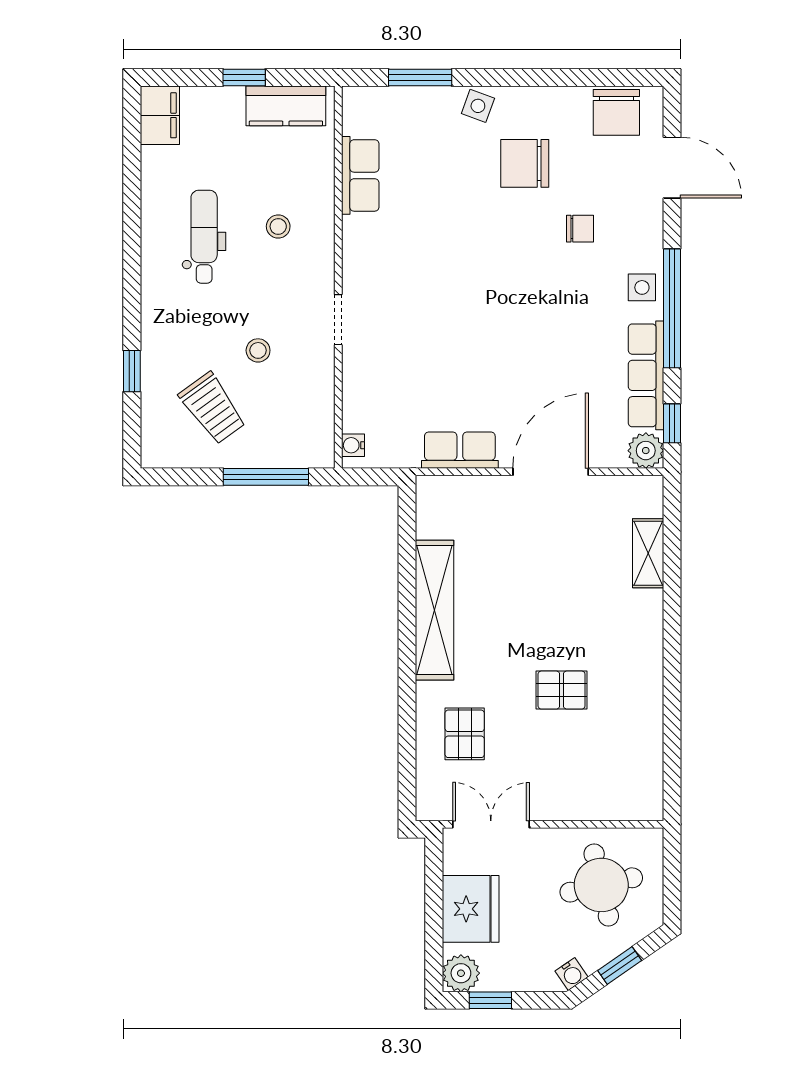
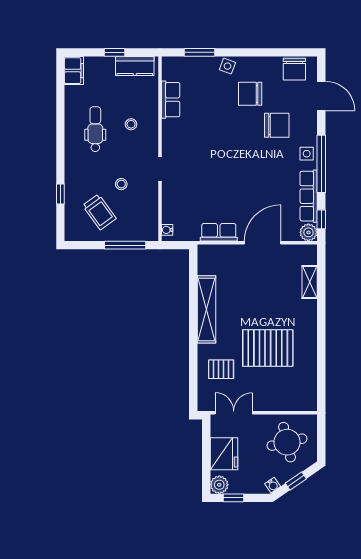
chair: (580, 229) -> (277, 125), width x1.87, depth x1.87
pallet: (562, 690) -> (268, 348), width x2.05, depth x2.00
pallet: (465, 734) -> (221, 369), turned 90

